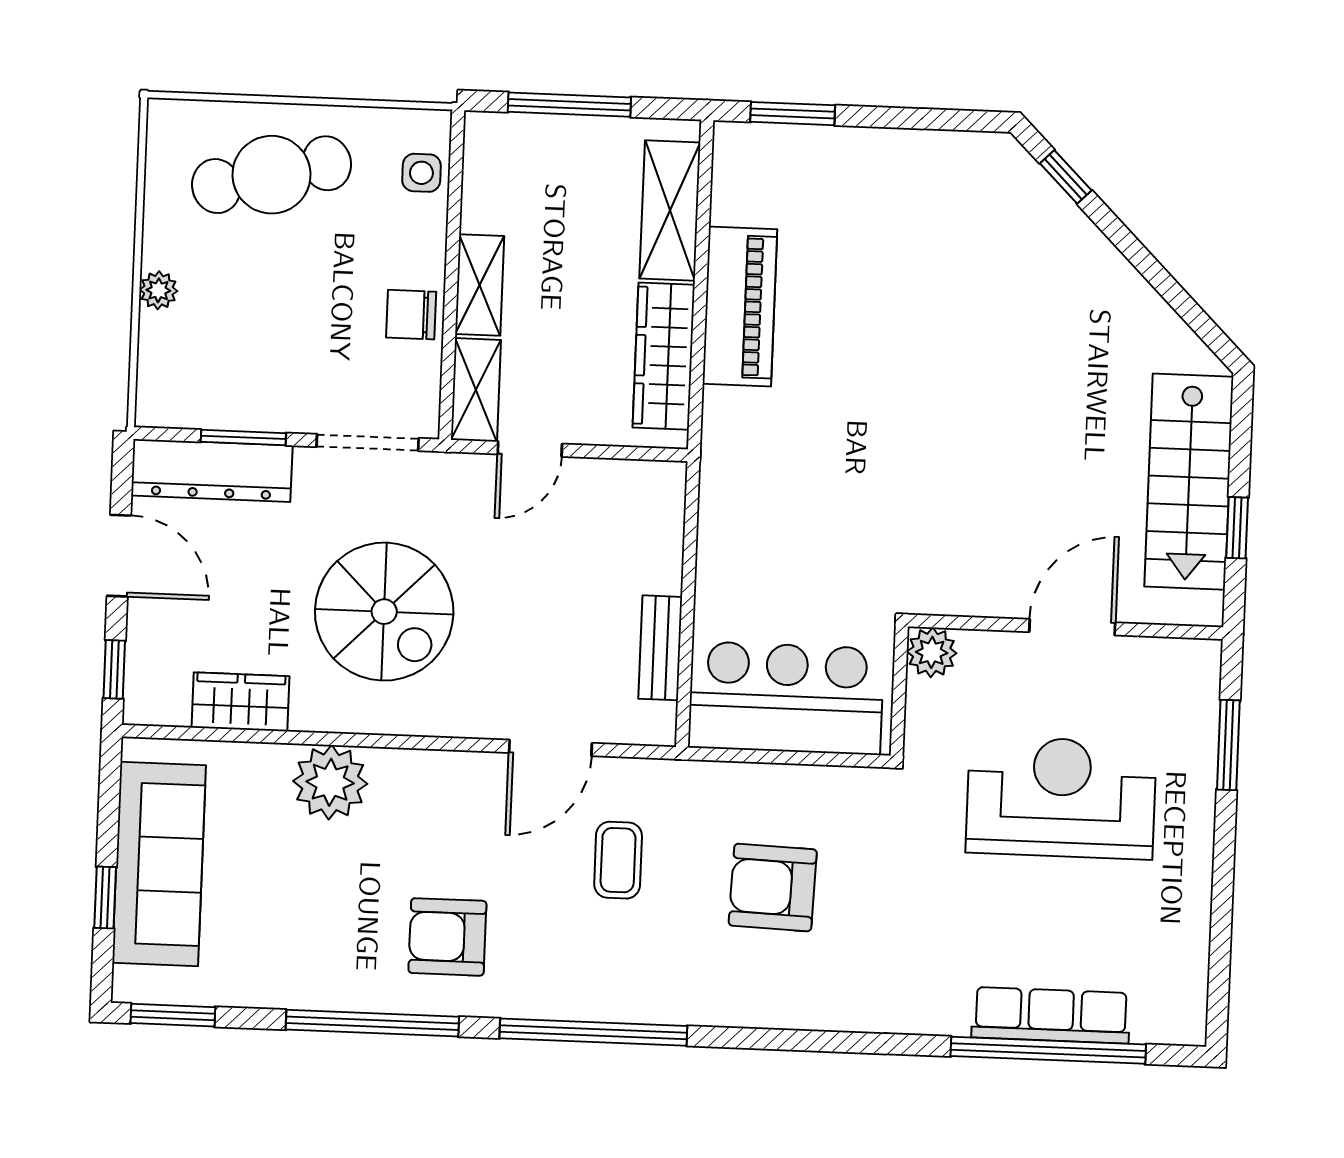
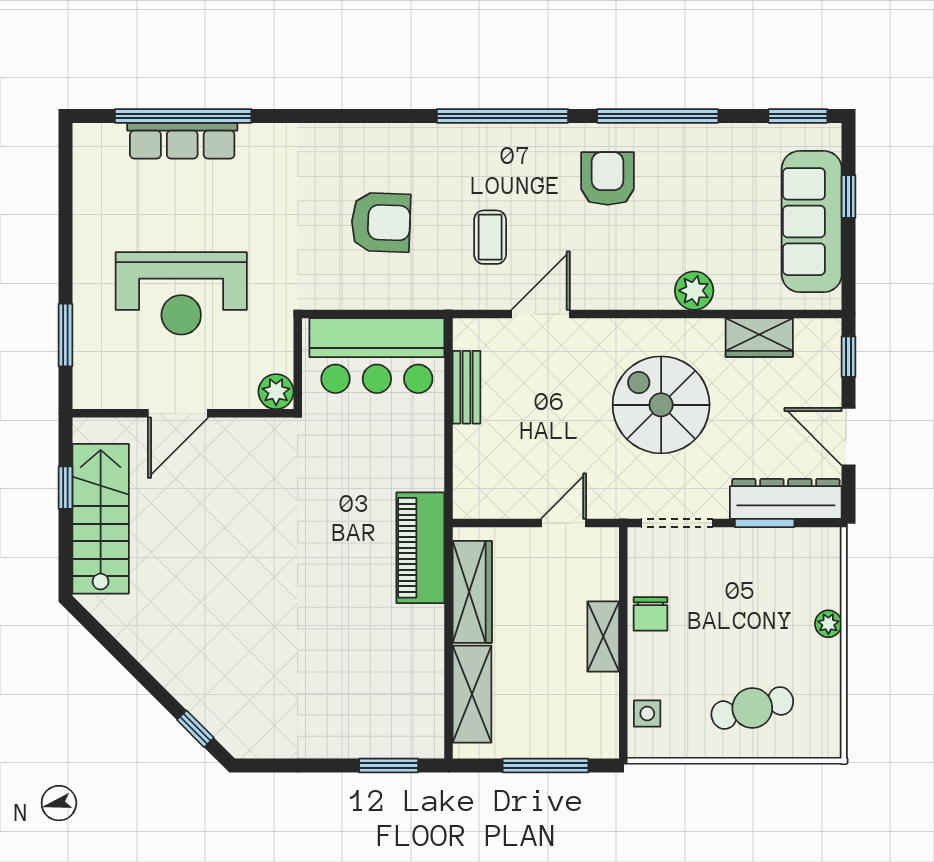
cafe table: (272, 175) -> (752, 708), width x0.73, depth x0.74
piano: (740, 306) -> (420, 548), moved
chair: (411, 315) -> (651, 614), turned 90
shelving: (476, 390) -> (603, 563), removed
plant: (330, 782) -> (694, 291), width x0.73, depth x0.73
armchair: (447, 937) -> (608, 179), turned -90

